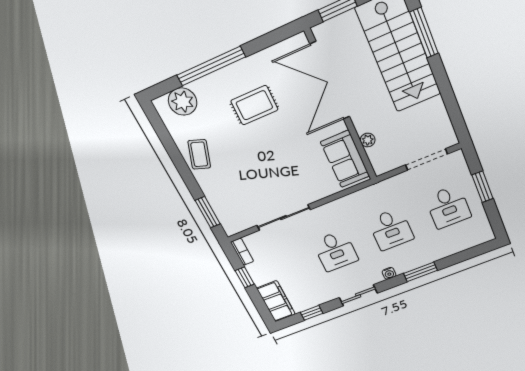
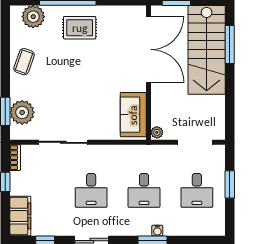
double door: (330, 81) -> (149, 49), swing flipped
rug: (254, 105) -> (80, 28), moved
plant: (368, 140) -> (157, 132), moved
plant: (225, 206) -> (22, 112), added
water cooler: (389, 273) -> (157, 231), moved

